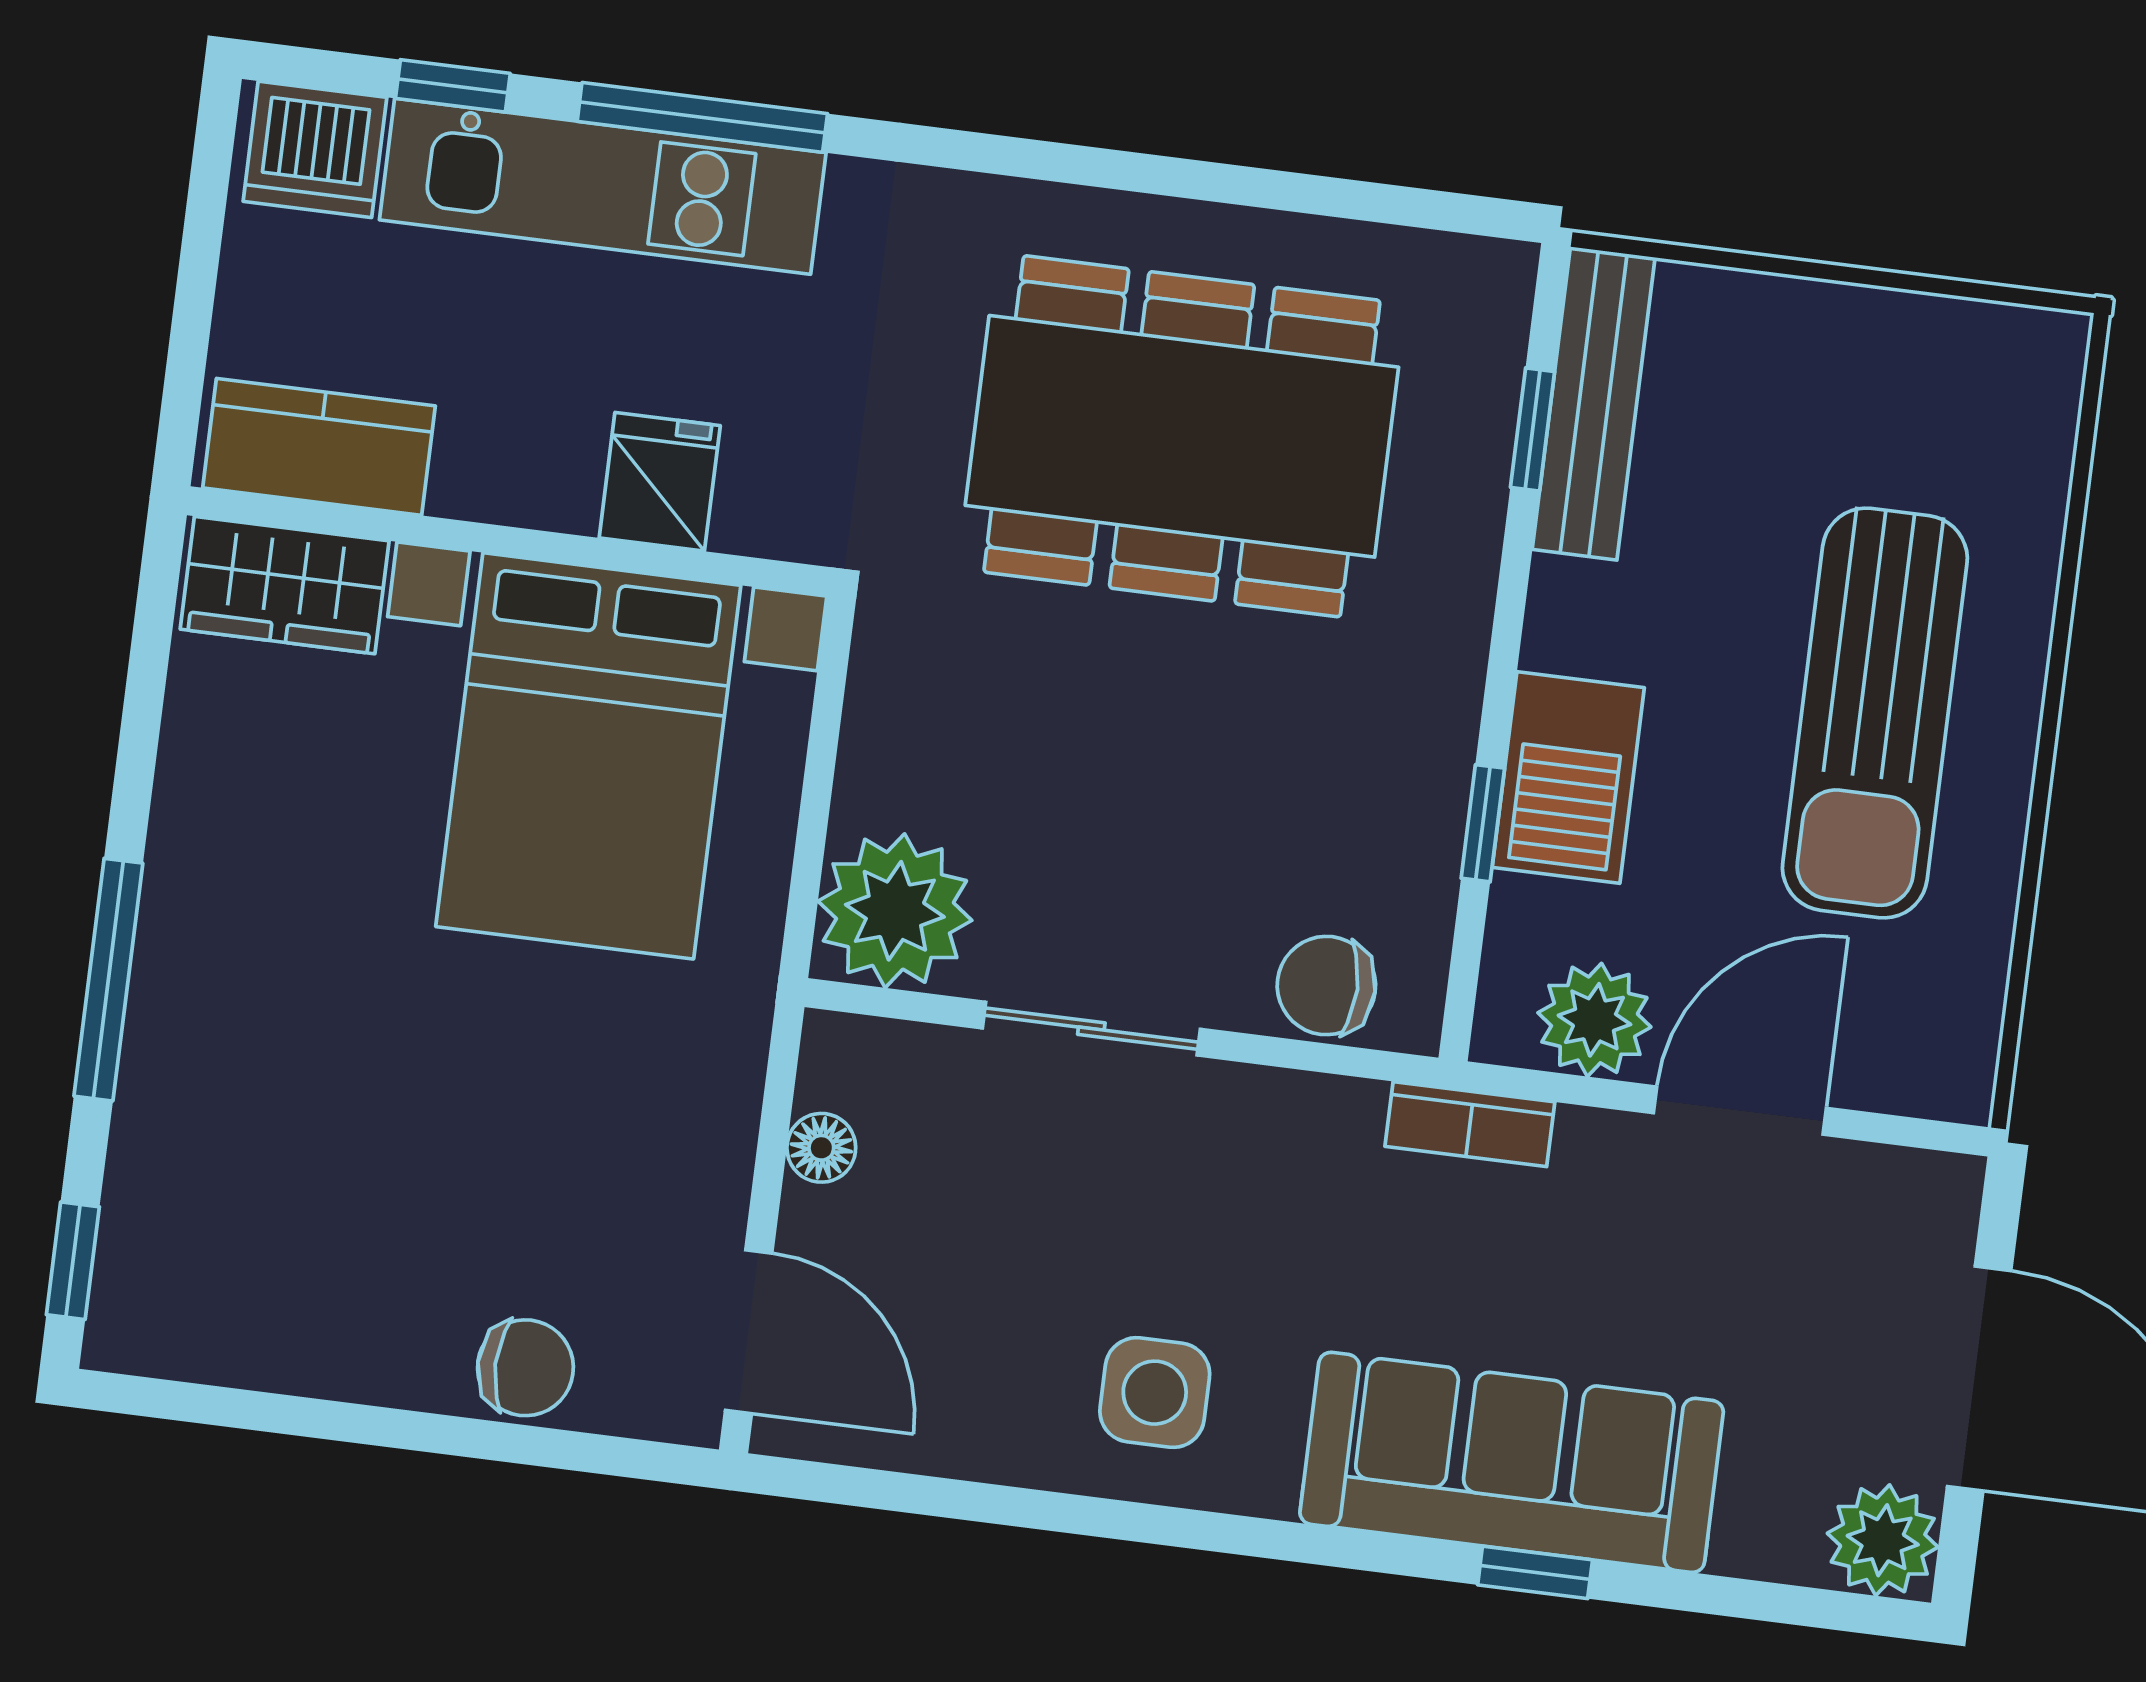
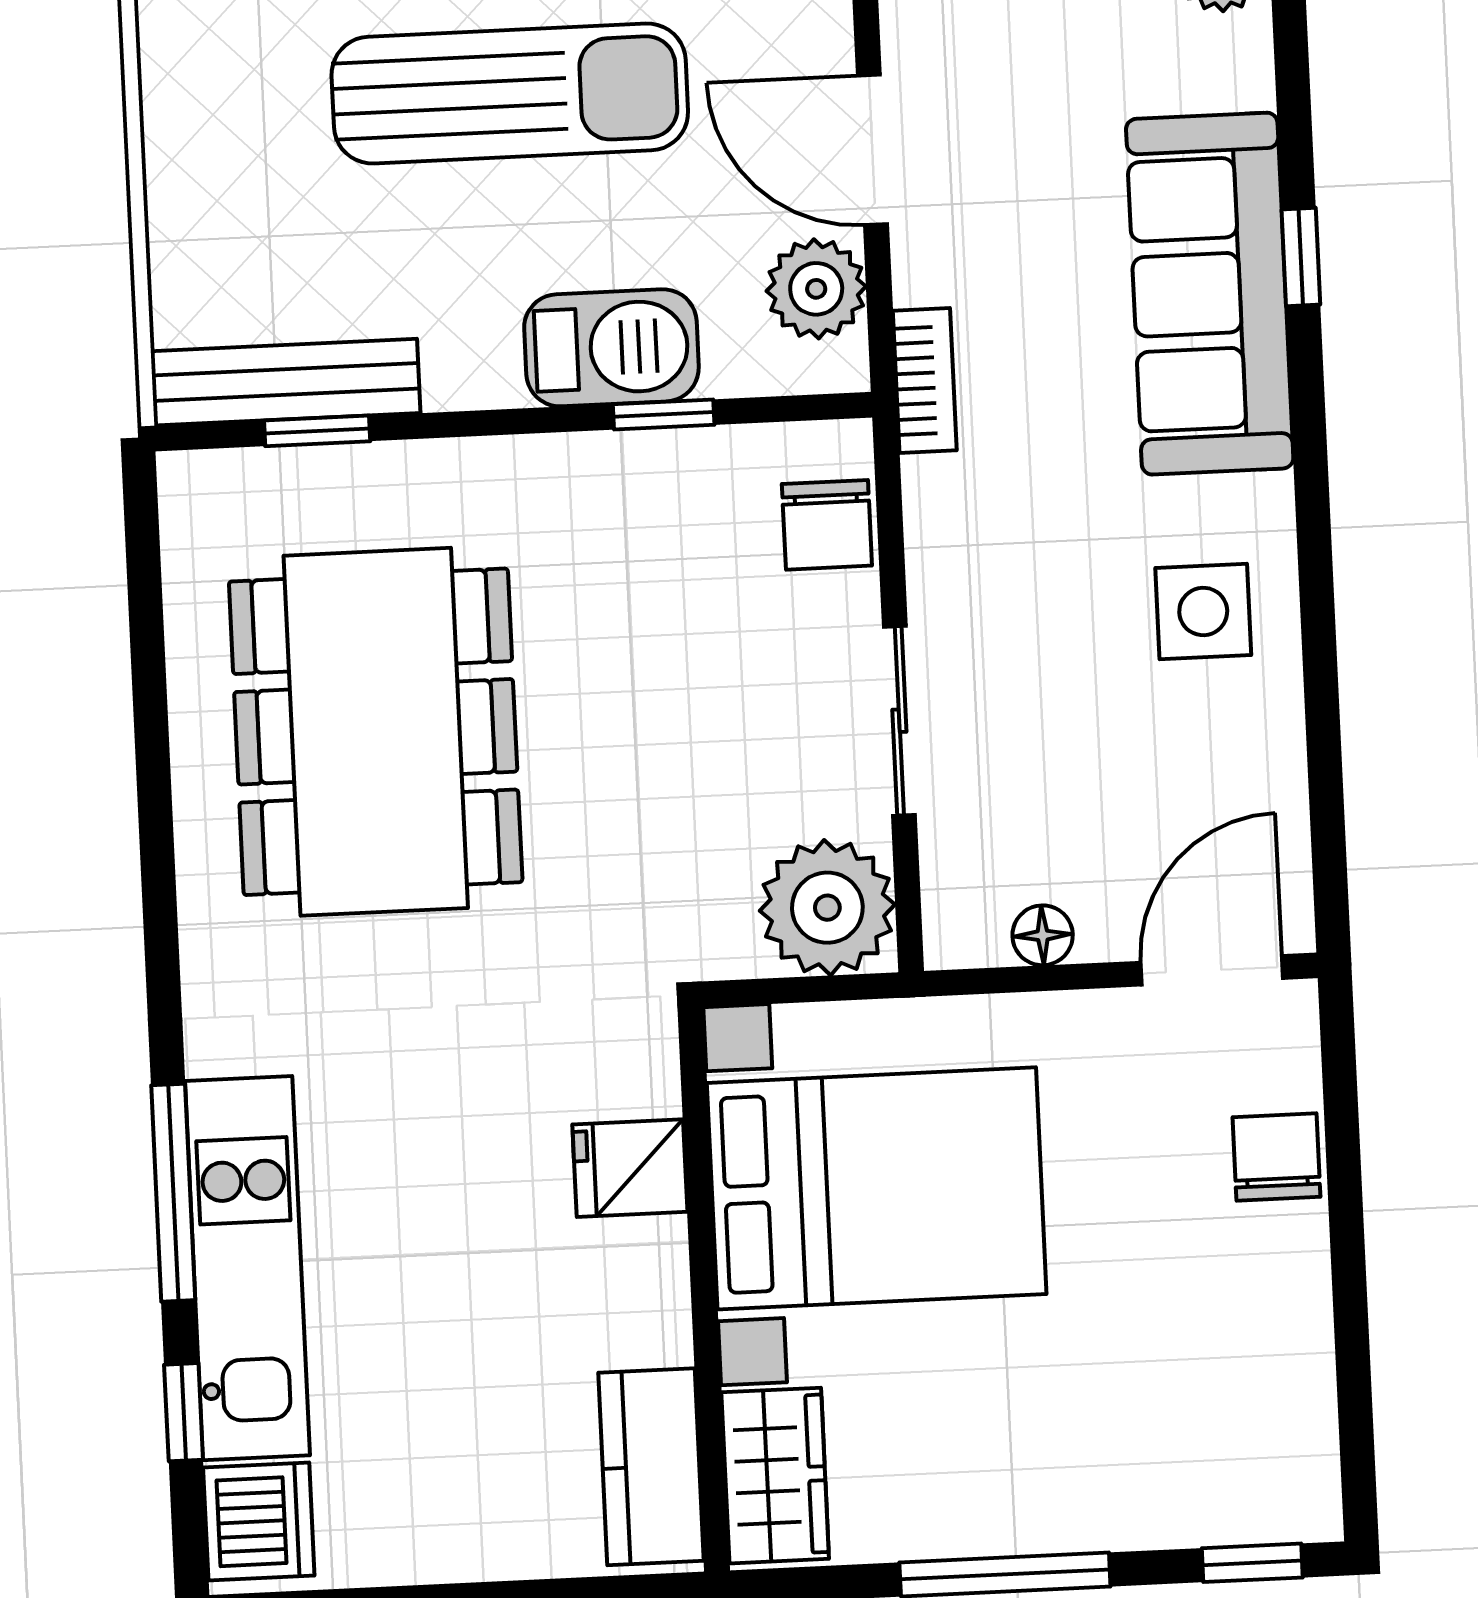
kitchen counter: (319, 447) -> (651, 1467), moved
fridge: (660, 482) -> (630, 1168), moved
wall: (509, 541) -> (704, 1289), moved
wardrobe: (285, 585) -> (775, 1476), moved
bed with nightstands: (588, 756) -> (877, 1188), moved

